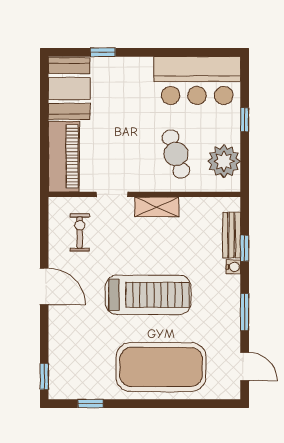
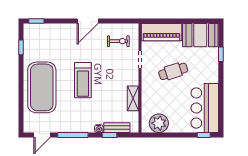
window: (245, 120) -> (204, 135), moved
cafe table: (176, 154) -> (173, 71), moved
shelving: (157, 207) -> (133, 98), moved
treadmill: (148, 295) -> (83, 80), width x0.73, depth x0.73
window: (245, 312) -> (73, 135), width x1.44

